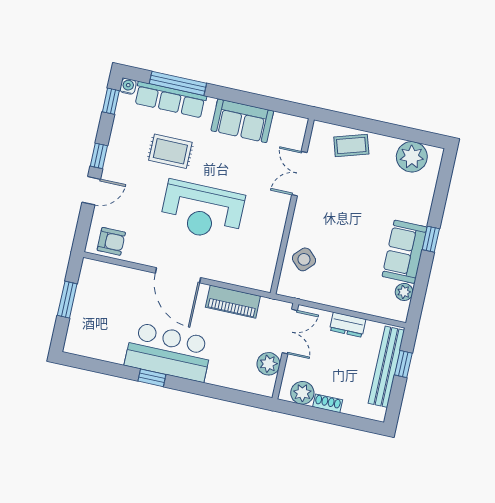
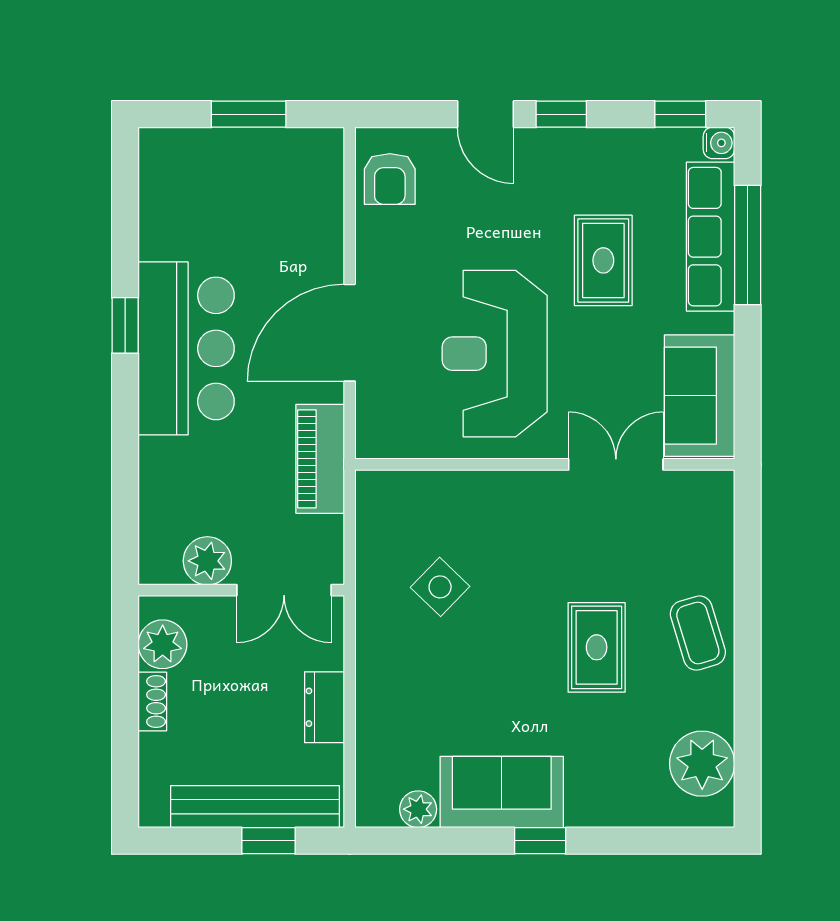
double door: (299, 174) -> (616, 464), moved
rug: (348, 194) -> (597, 647), added
wall: (292, 206) -> (545, 464), moved

